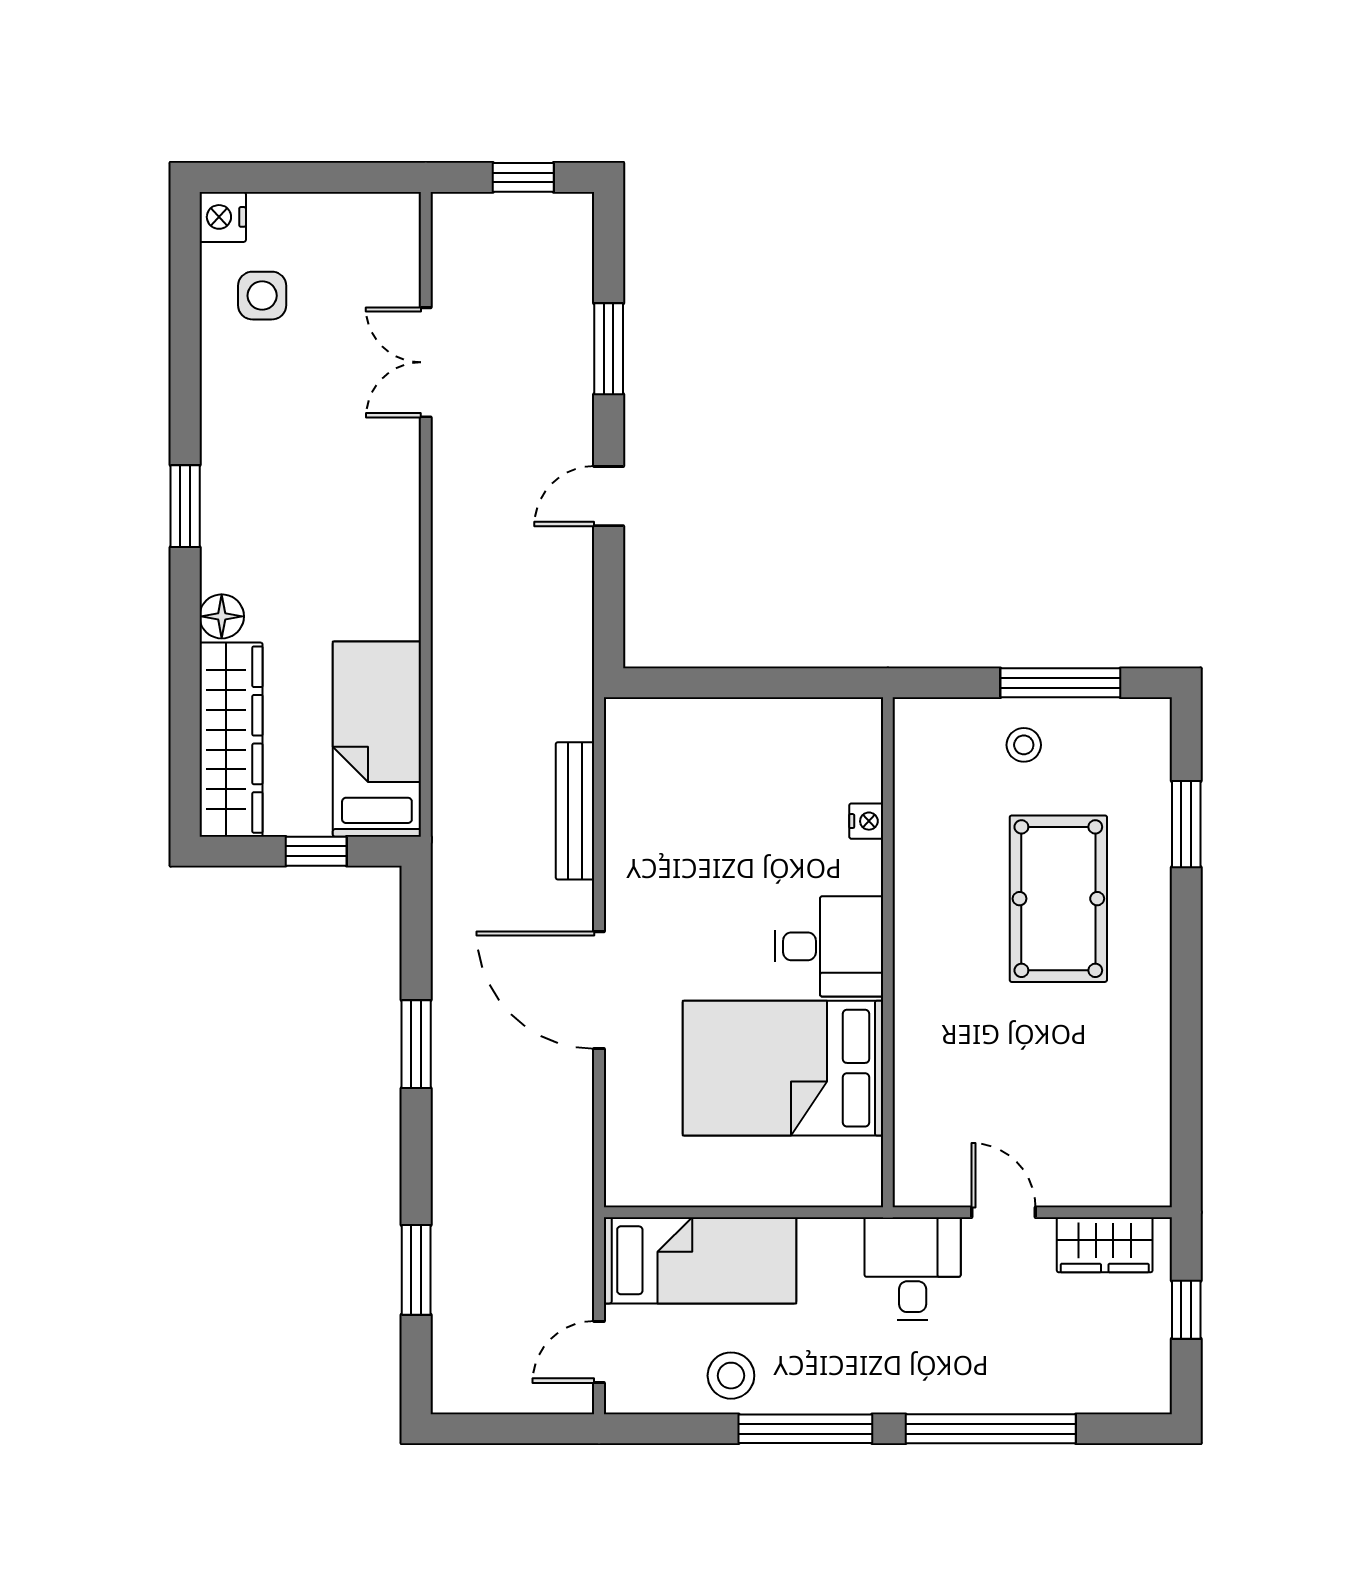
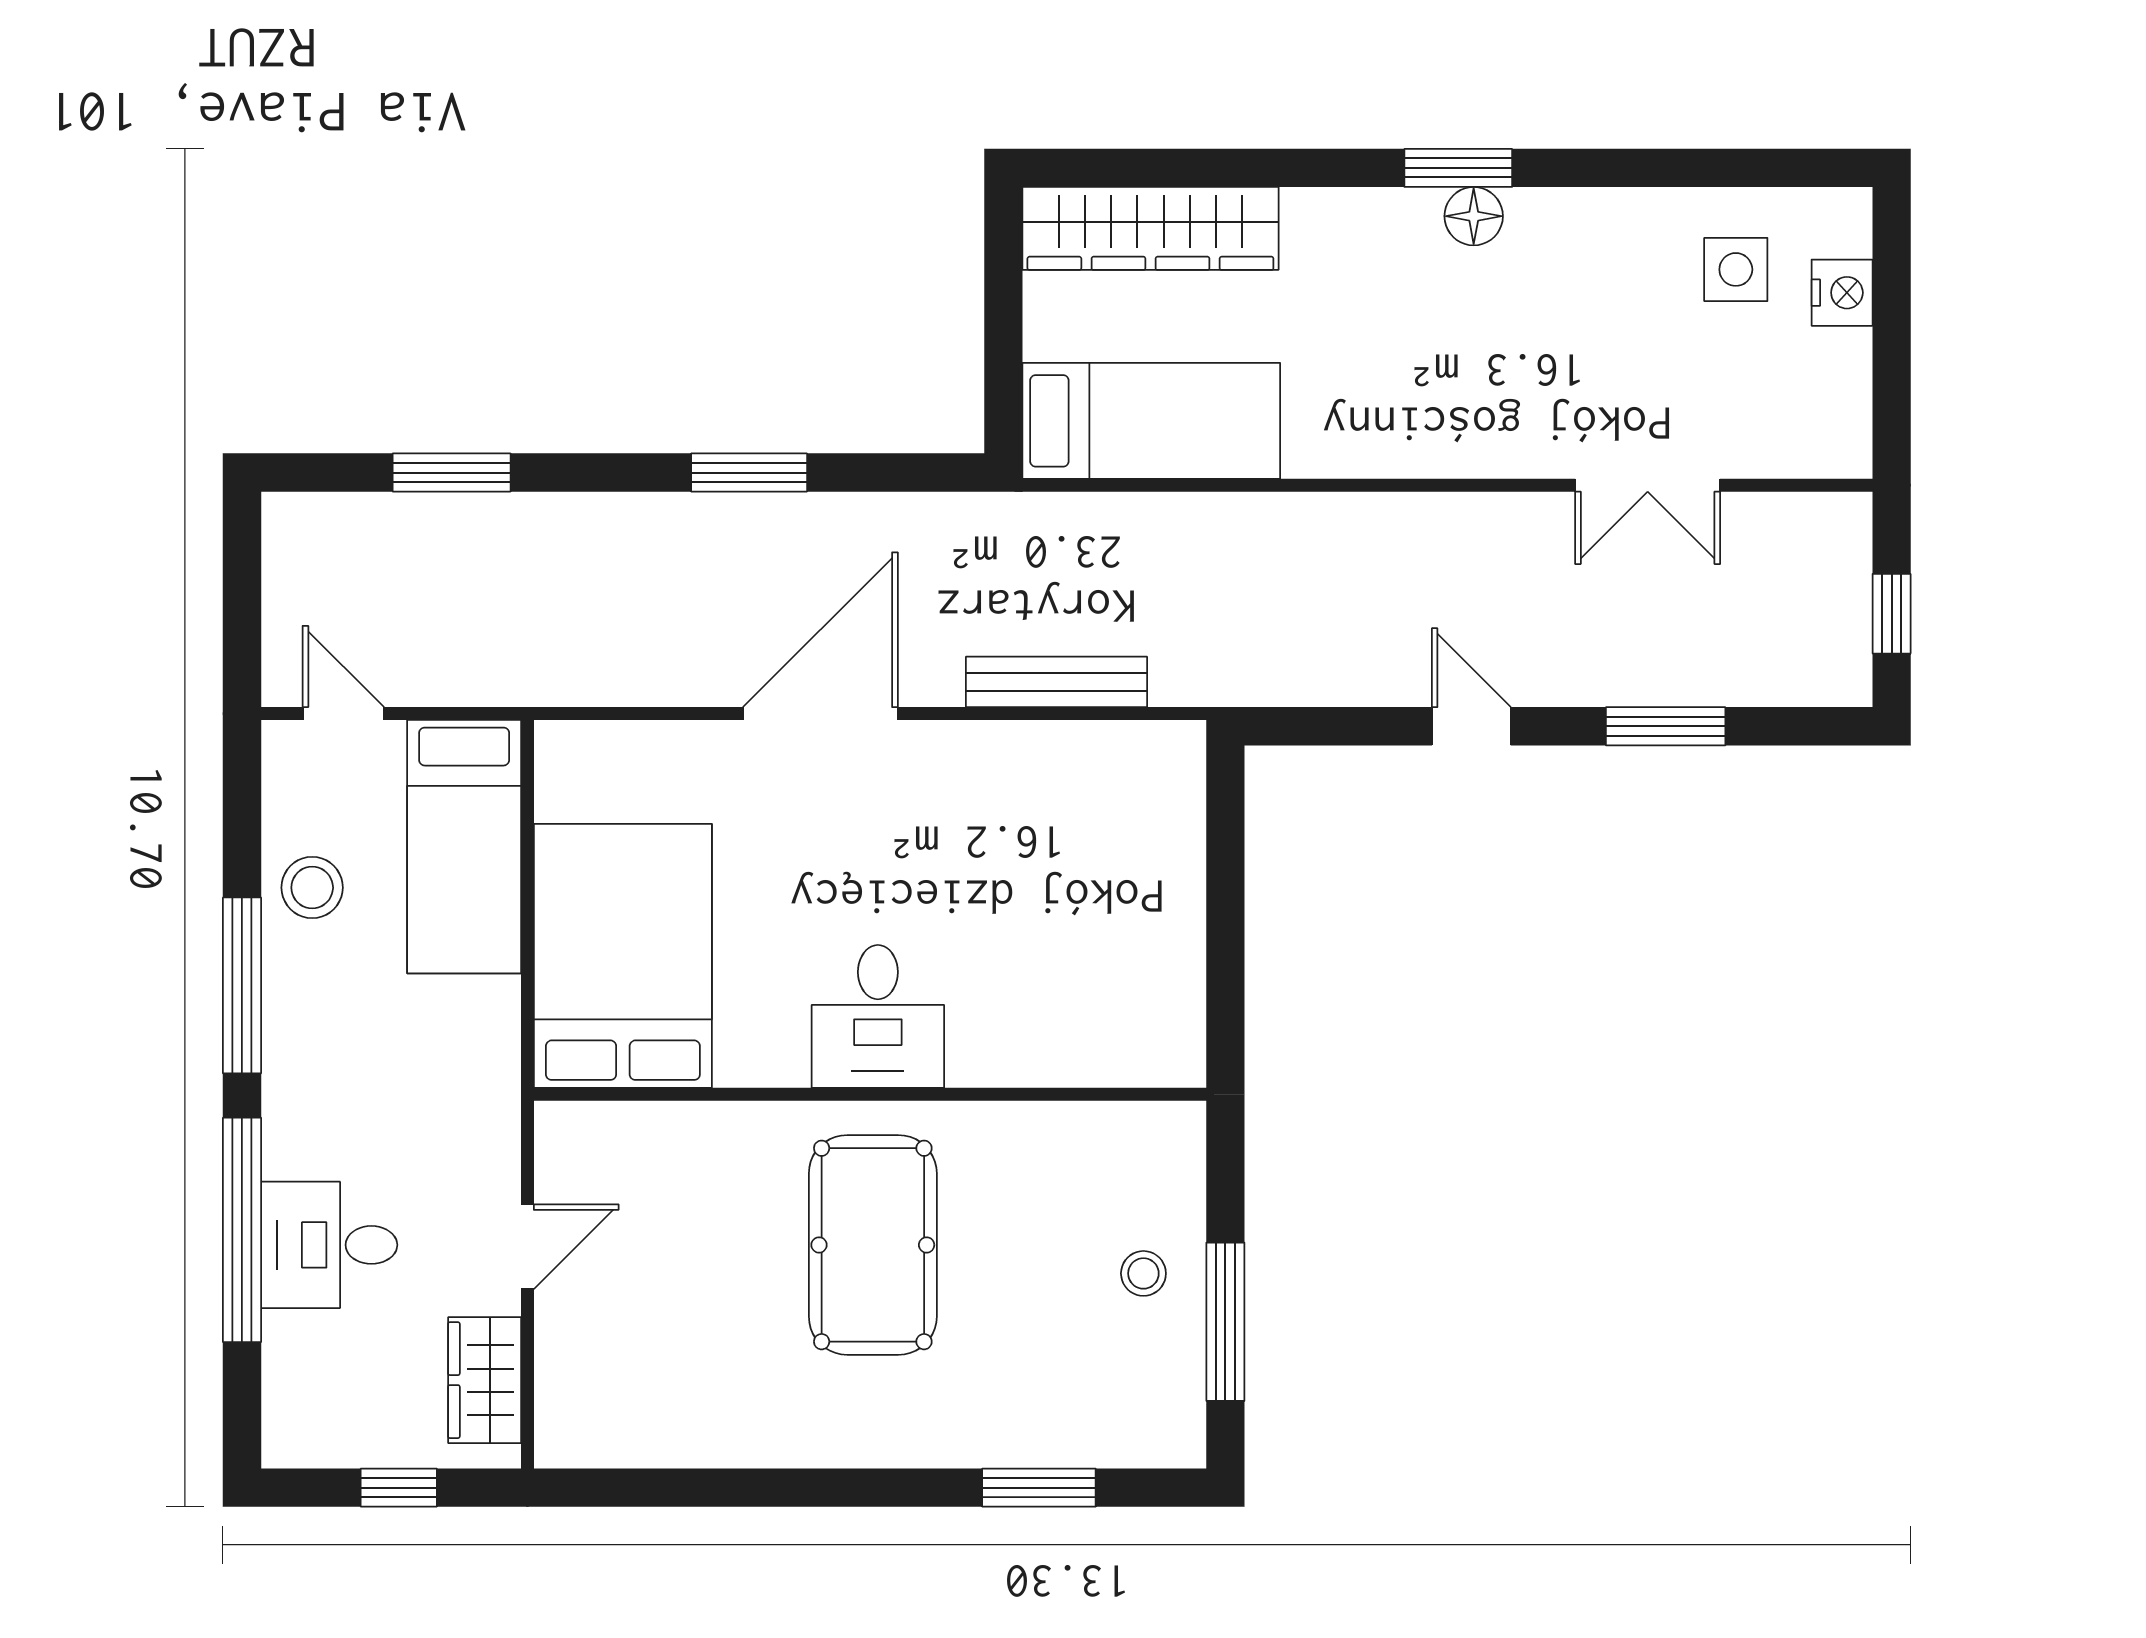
nightstand: (223, 217) -> (1842, 293), moved, turned 90
double door: (426, 362) -> (1648, 485), swing flipped
floor lamp: (222, 616) -> (1474, 216), moved
nightstand: (866, 821) -> (1043, 1066), removed
window: (316, 851) -> (1003, 341), removed
pool table: (1058, 899) -> (873, 1245), moved, turned 90
bed: (783, 1068) -> (623, 956), moved
desk: (913, 1269) -> (329, 1245), moved, turned 180

